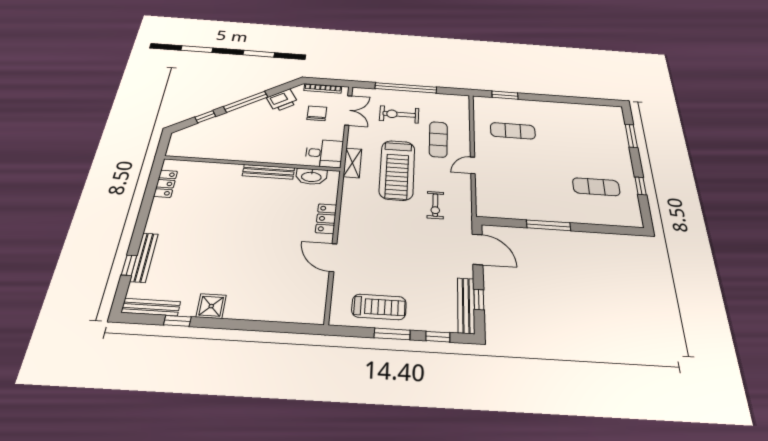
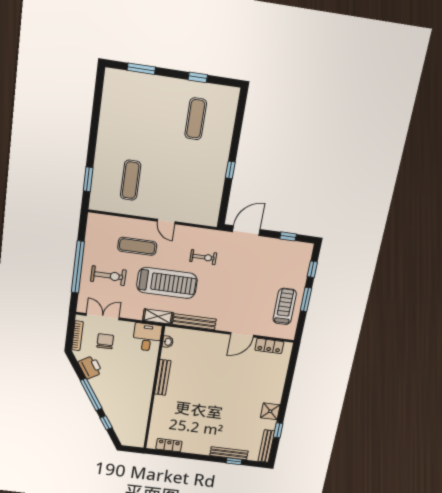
chair: (317, 113) -> (105, 341), turned 90
exercise bike: (399, 114) -> (108, 276), turned -90
washbasin: (311, 176) -> (168, 342), width x0.52, depth x0.69
locker: (326, 219) -> (269, 346), moved
window: (549, 225) -> (230, 170), width x0.46
bench: (466, 305) -> (194, 322), moved

